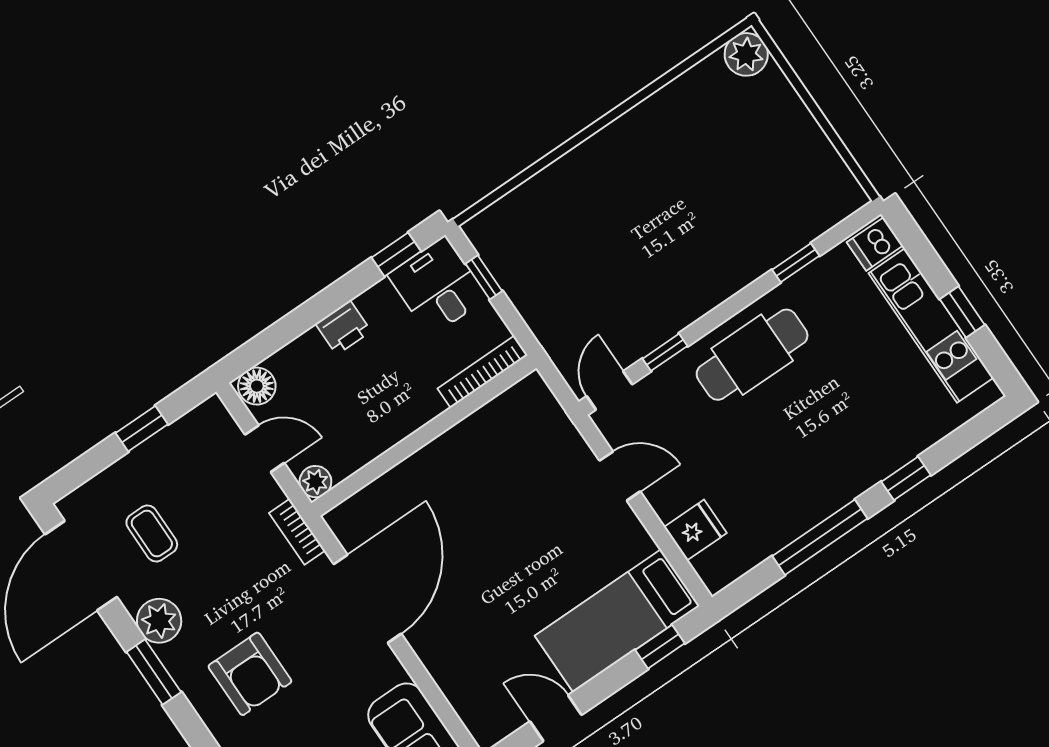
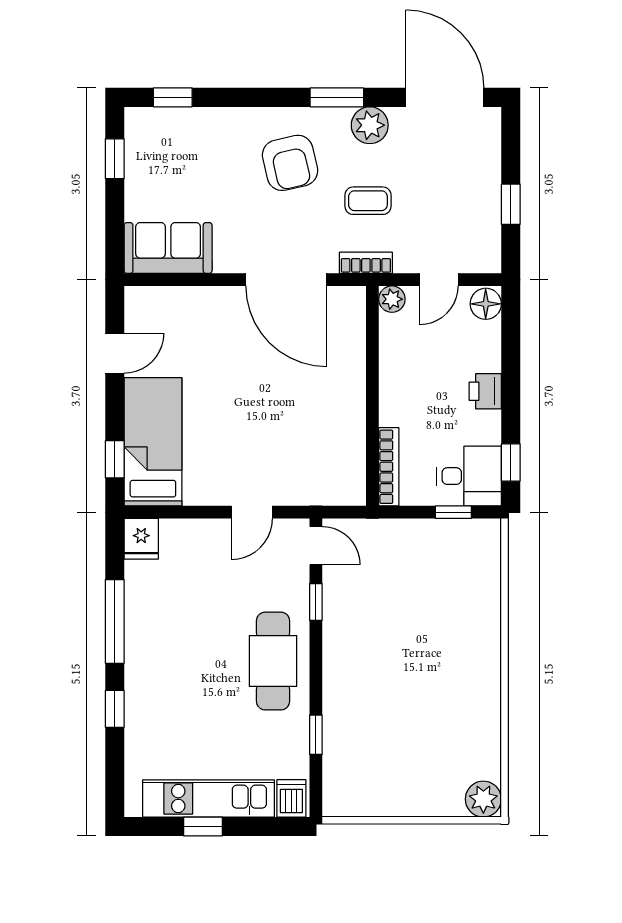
fridge: (695, 530) -> (141, 539), moved
coffee table: (152, 534) -> (368, 201), moved
armchair: (250, 674) -> (290, 163), turned -103

